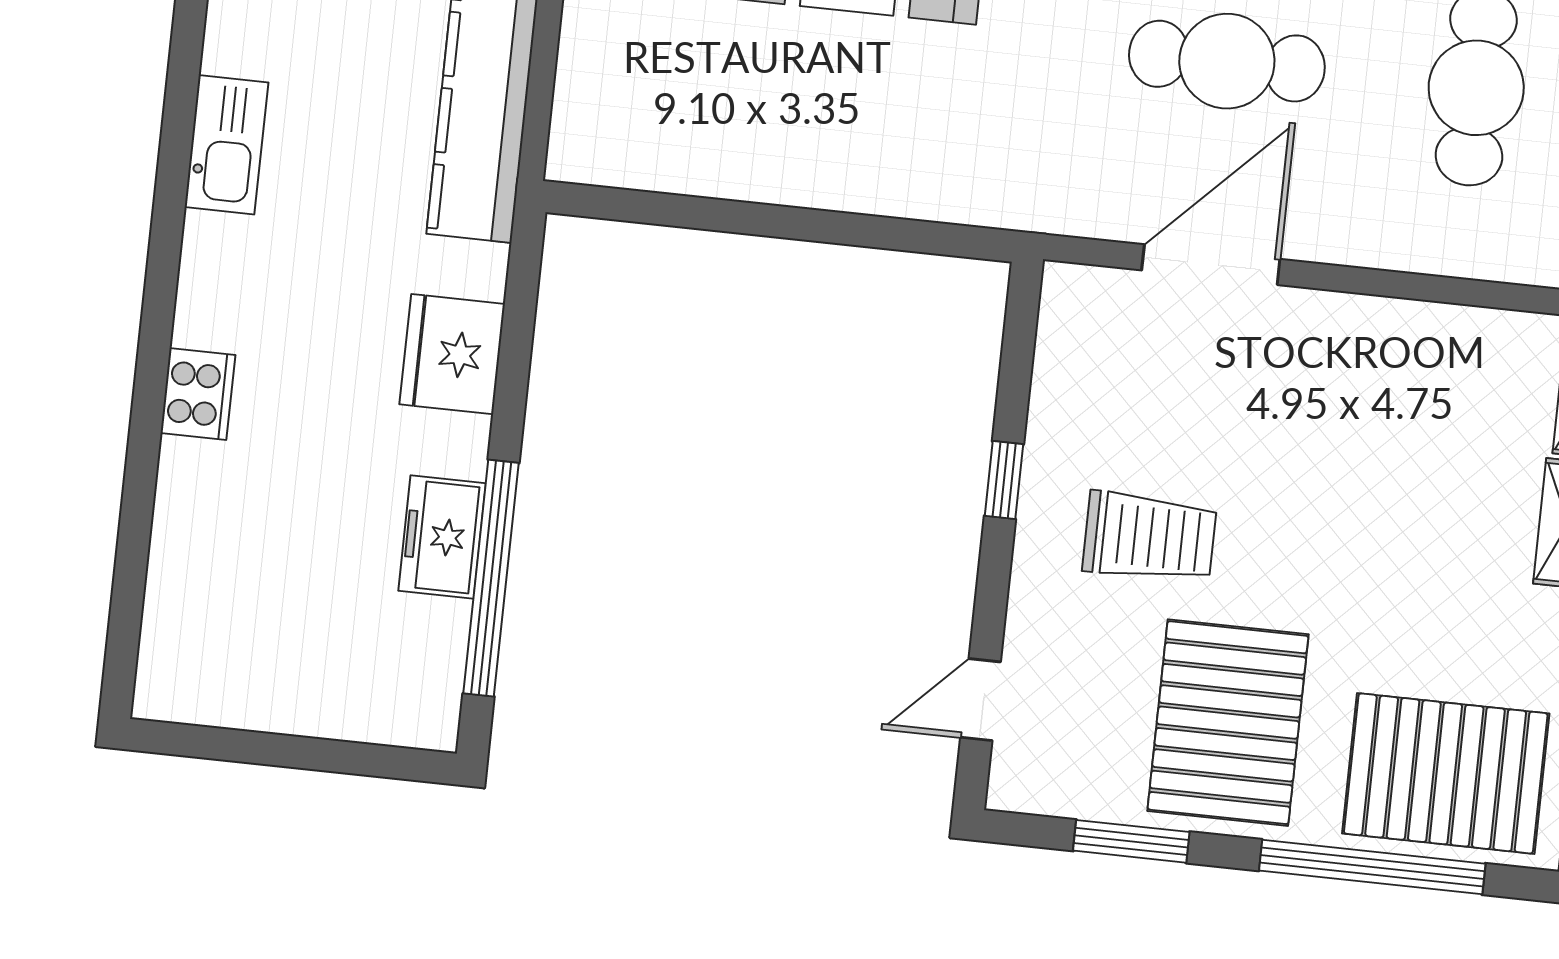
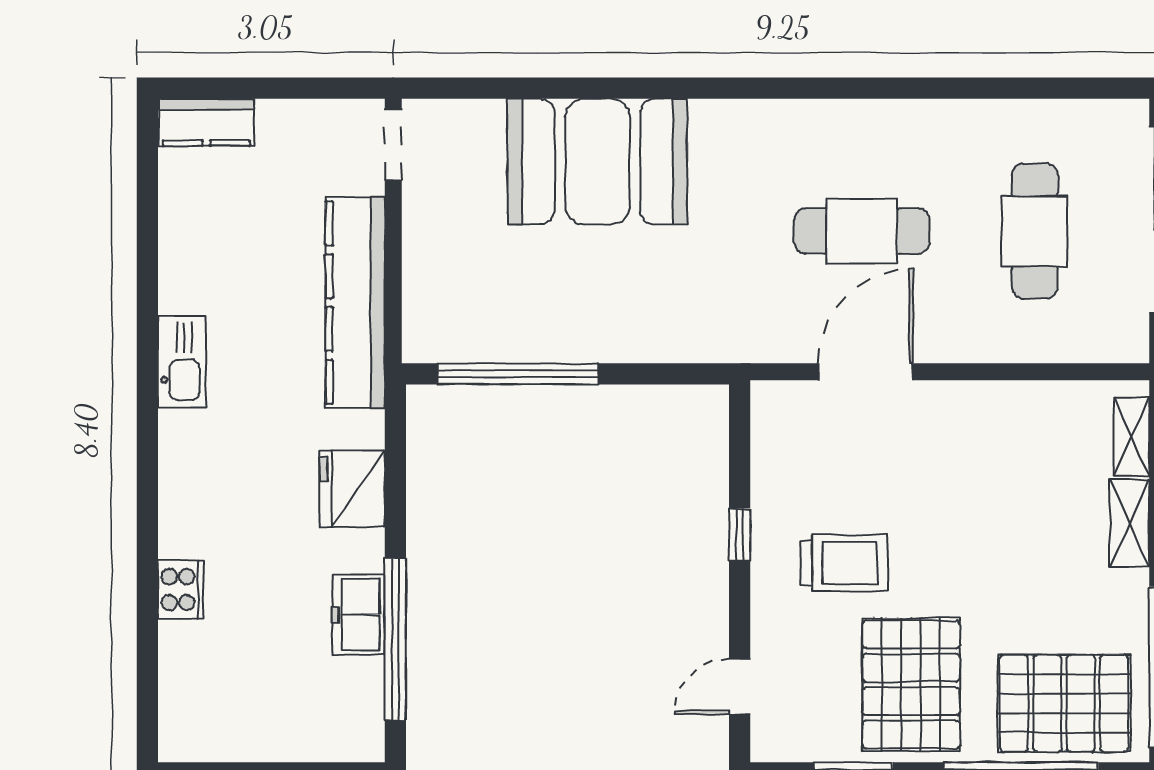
window: (709, 214) -> (518, 374), added
cooker: (198, 394) -> (181, 590), moved

